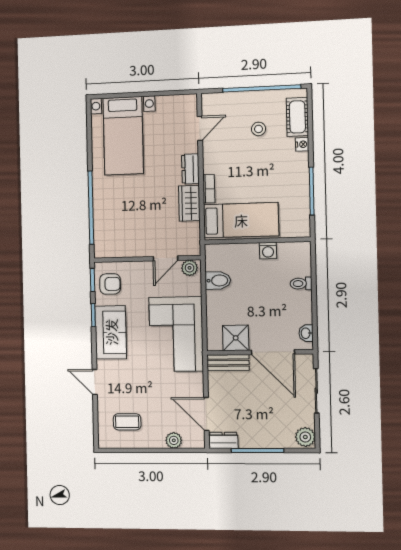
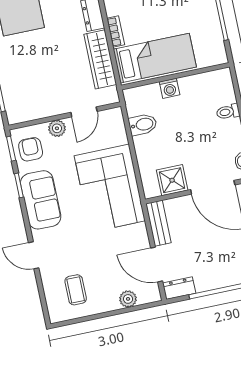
wardrobe: (189, 203) -> (100, 59), width x1.50
washing machine: (268, 251) -> (170, 88), moved
plant: (190, 268) -> (57, 128), moved
armchair: (110, 284) -> (31, 149), turned -90
bench: (228, 363) -> (158, 223), moved, turned 90
coffee table: (127, 422) -> (76, 290), turned 90

